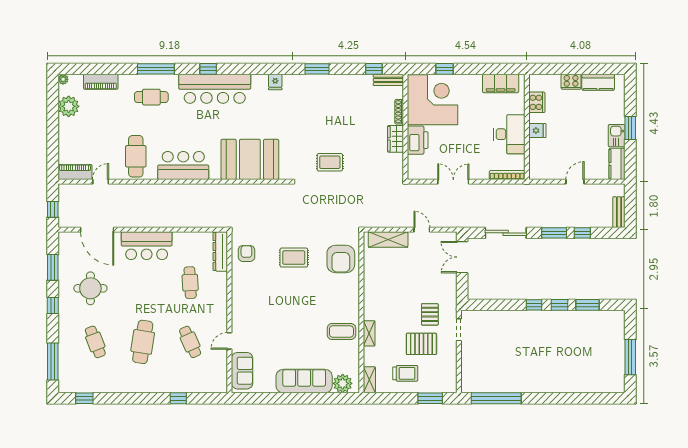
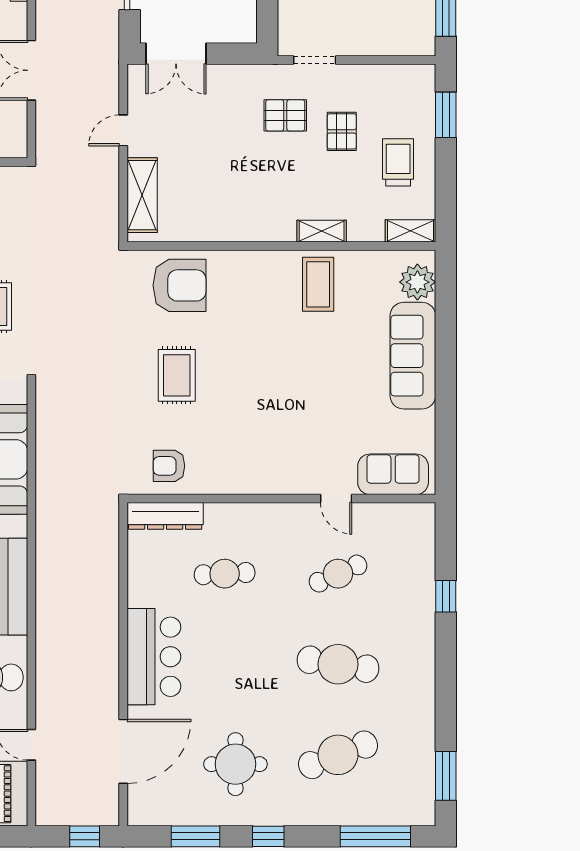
cafe table: (95, 342) -> (338, 755), width x1.37, depth x1.35
pallet: (421, 344) -> (342, 131), width x0.67, depth x0.71
window: (84, 398) -> (446, 776), width x1.50

